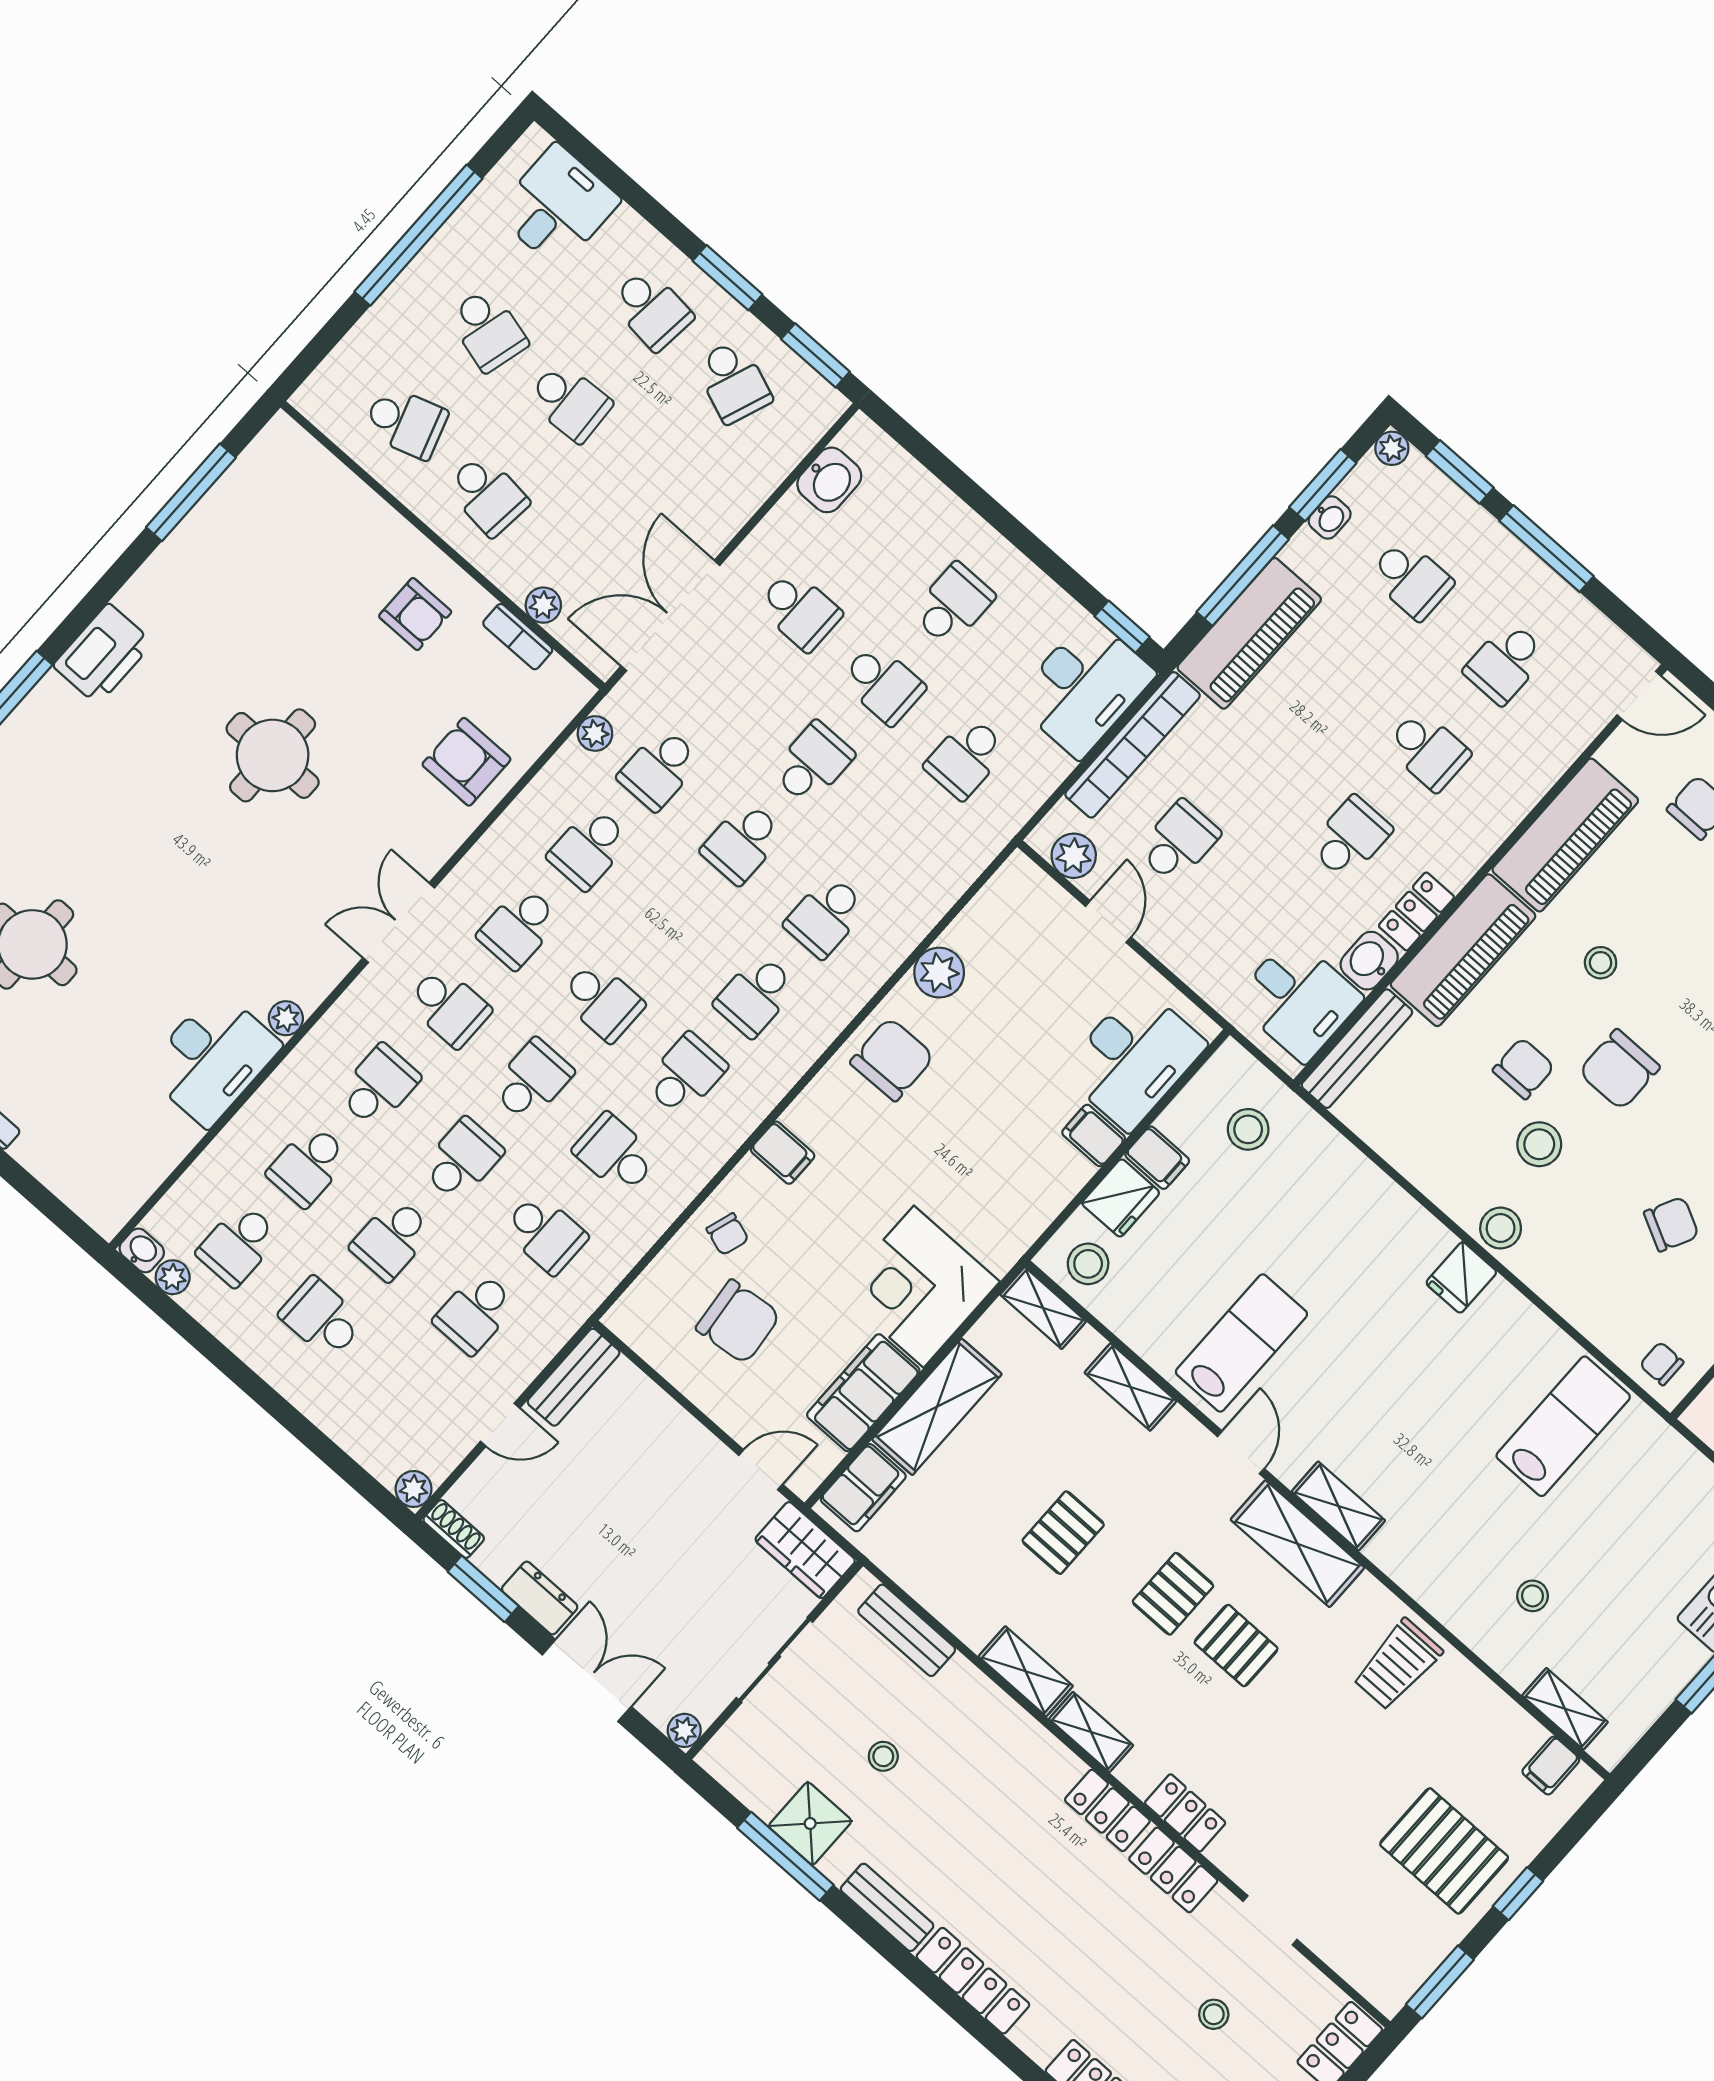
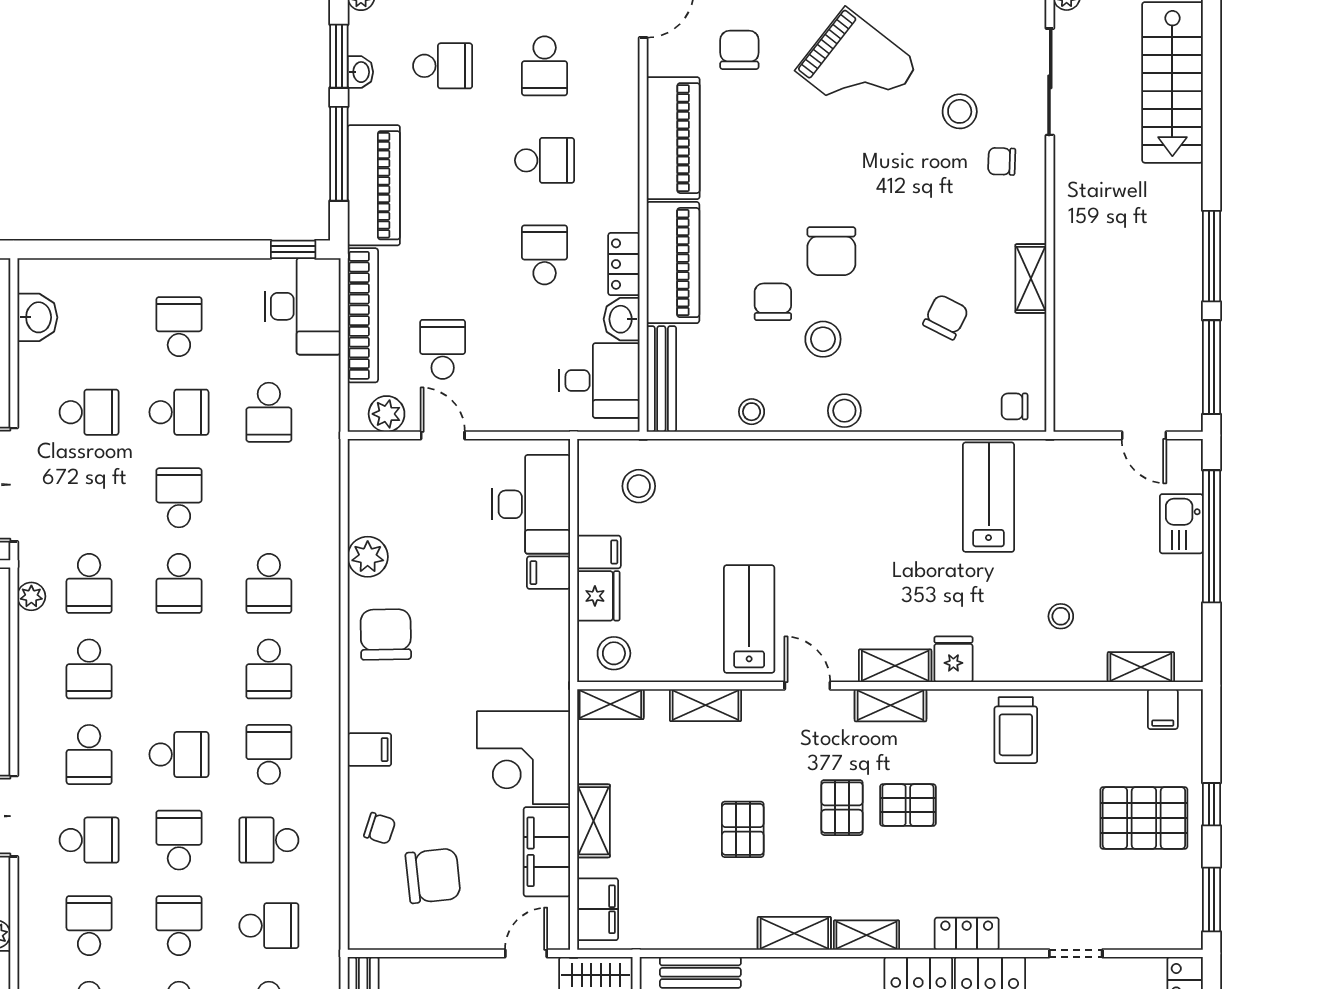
stool: (1601, 963) -> (752, 412), moved
fridge: (1461, 1278) -> (953, 659), moved, turned 180
shelving: (937, 1407) -> (593, 821), width x0.67, depth x0.75
shelving: (1297, 1544) -> (890, 705), width x0.67, depth x0.75

